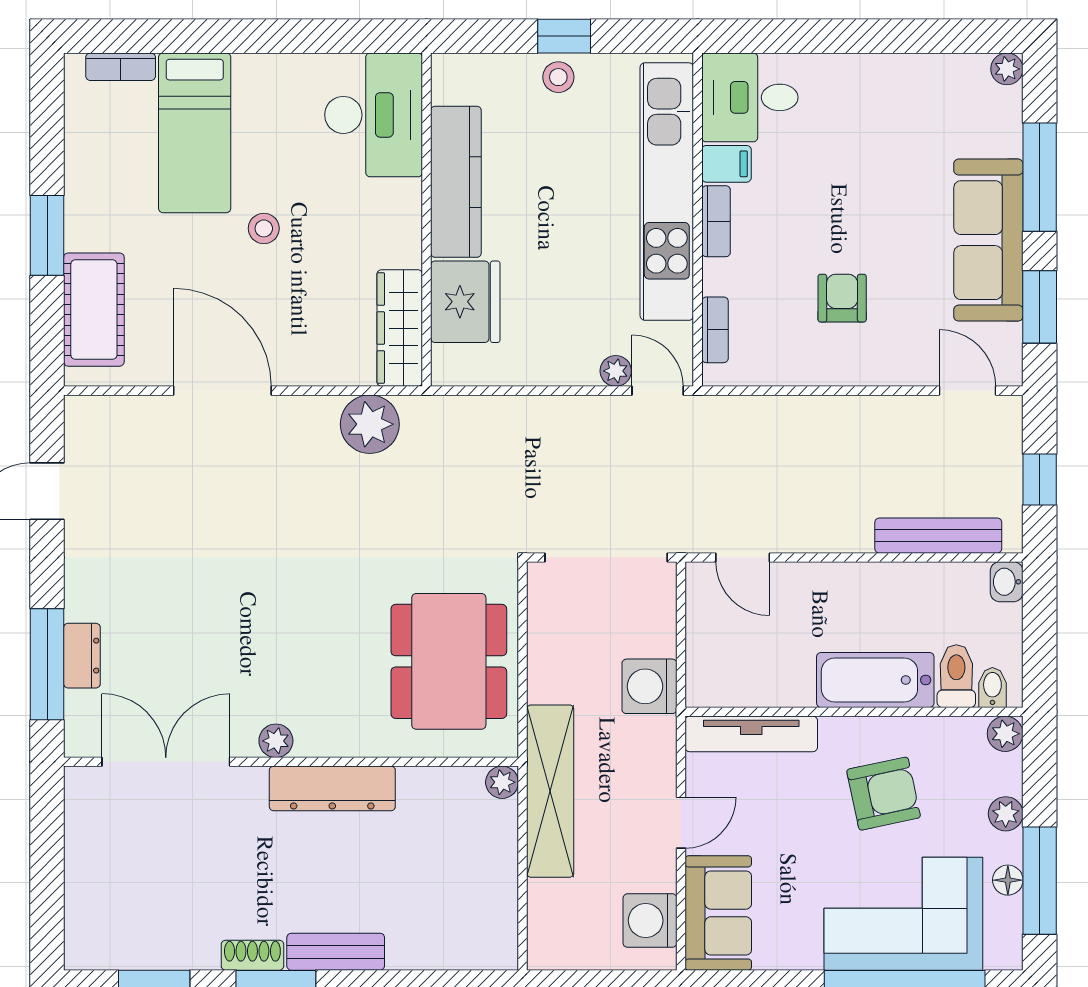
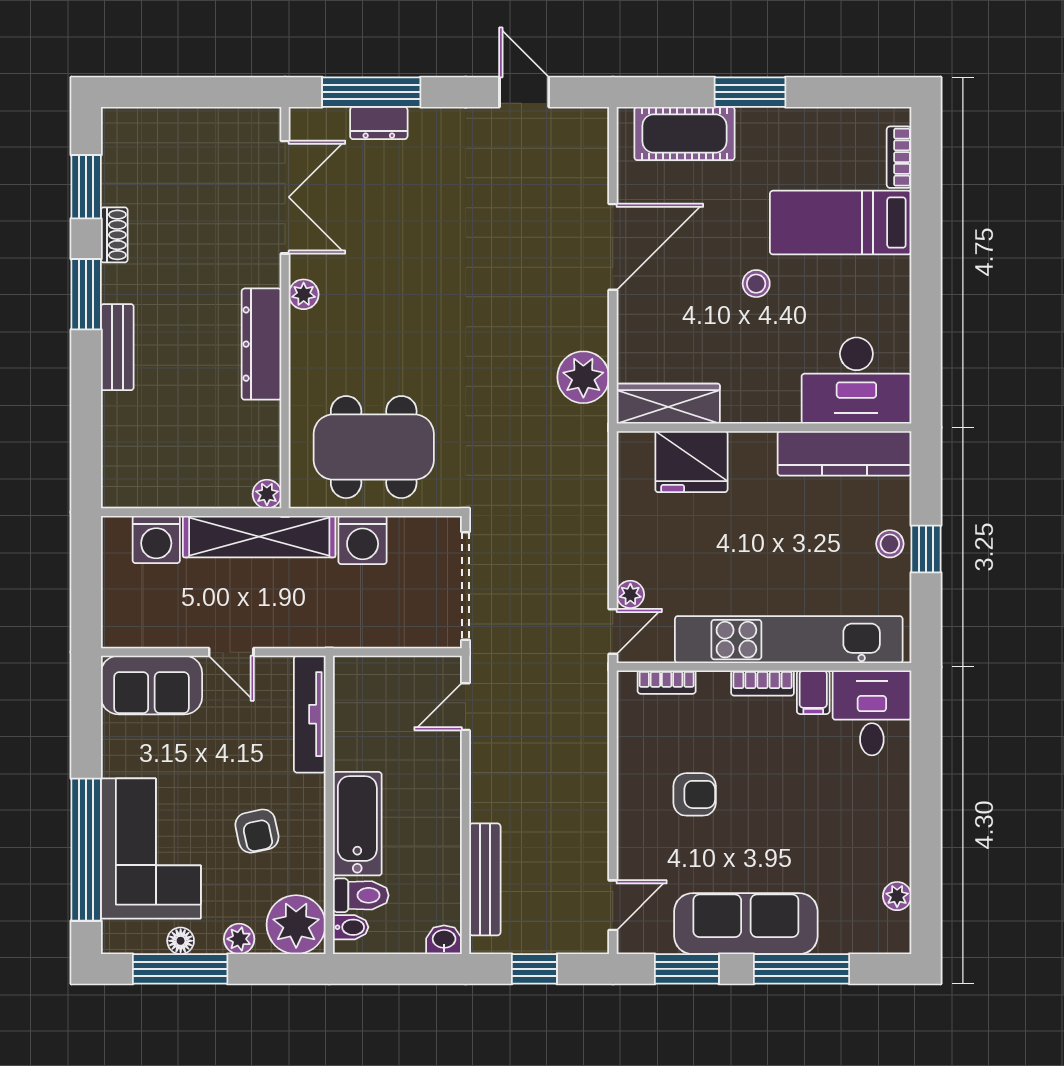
plant: (1007, 69) -> (897, 896), moved
kitchen counter: (456, 182) -> (844, 453), moved
washing machine: (649, 686) -> (363, 540), moved, turned 180
plant: (1005, 734) -> (296, 925), width x1.87, depth x1.87
armchair: (884, 794) -> (257, 831), width x0.72, depth x0.72
washing machine: (650, 921) -> (156, 539), moved, turned 180
shoe rack: (252, 955) -> (114, 235), moved

